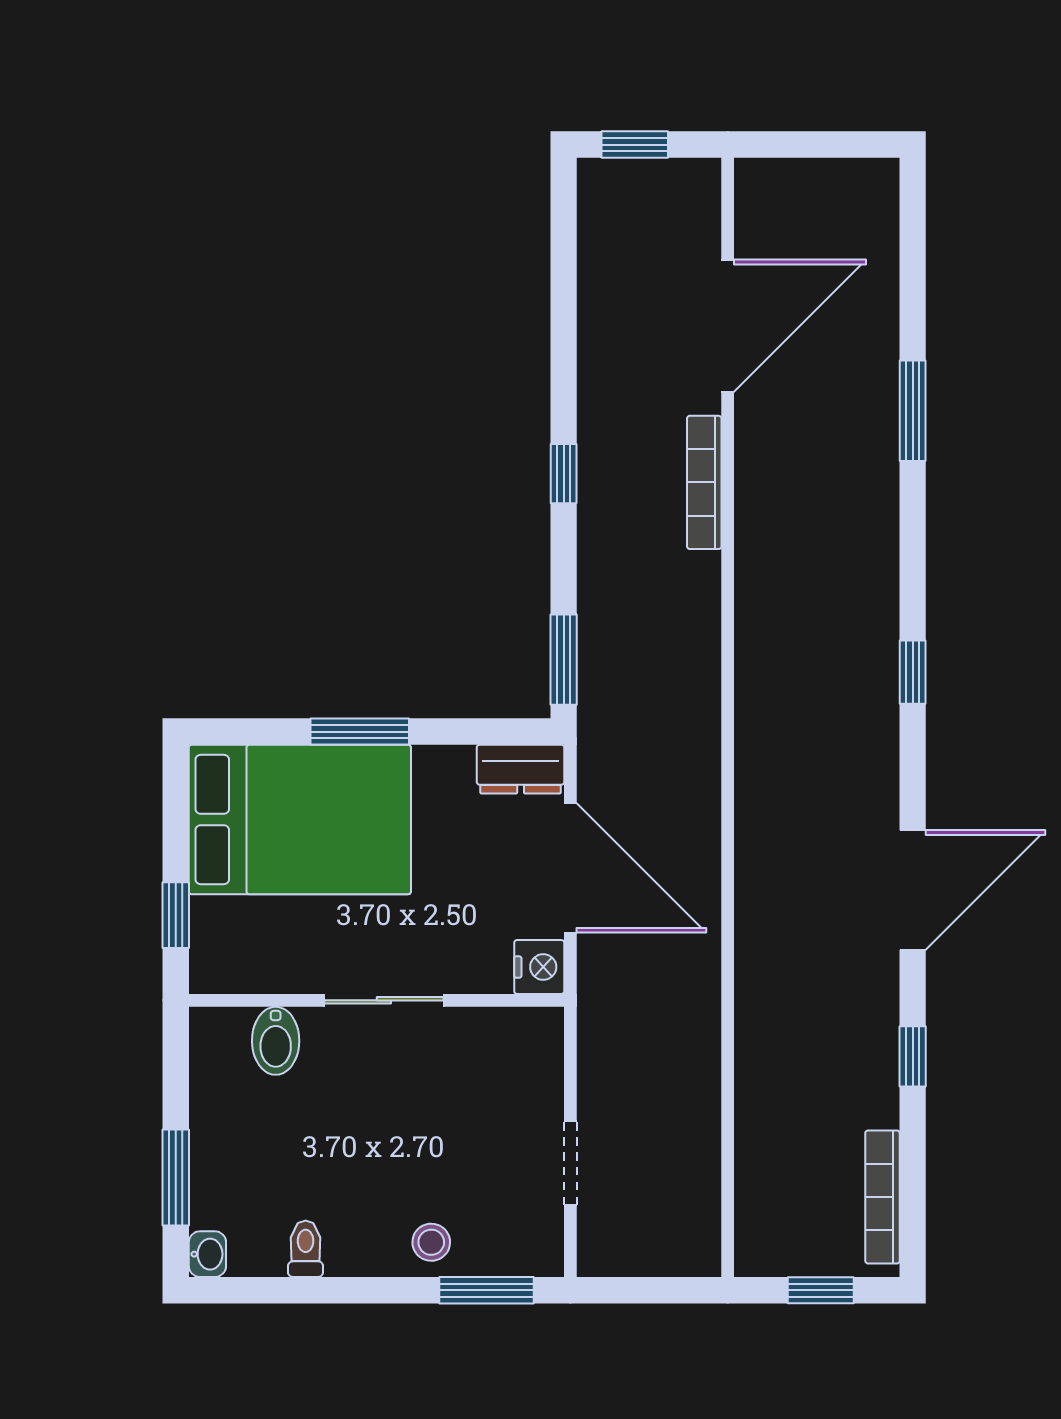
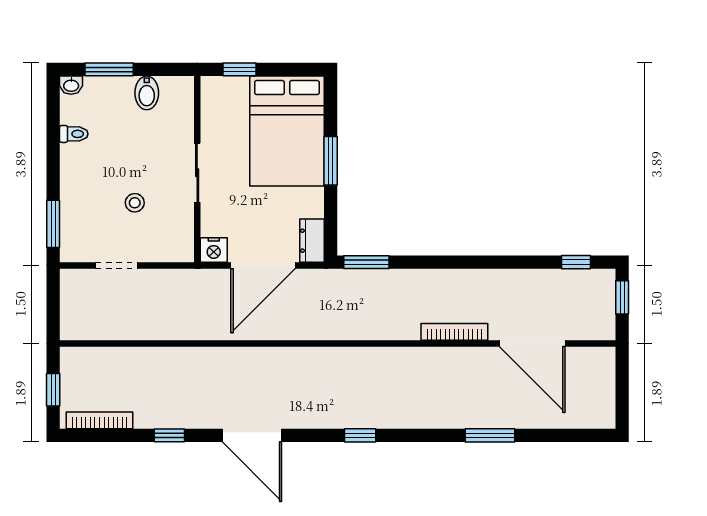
window: (564, 474) -> (576, 262), moved
bidet: (276, 1041) -> (147, 93), moved, turned -90
stool: (431, 1242) -> (135, 203), moved

